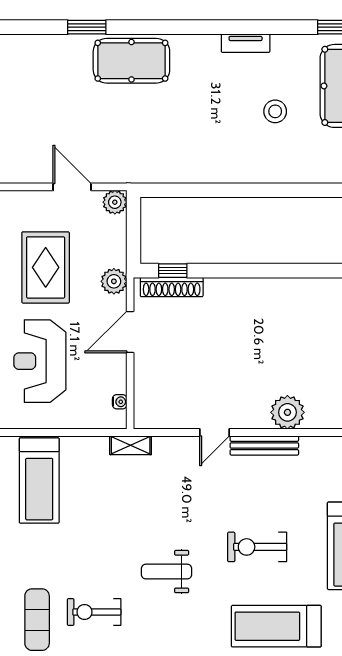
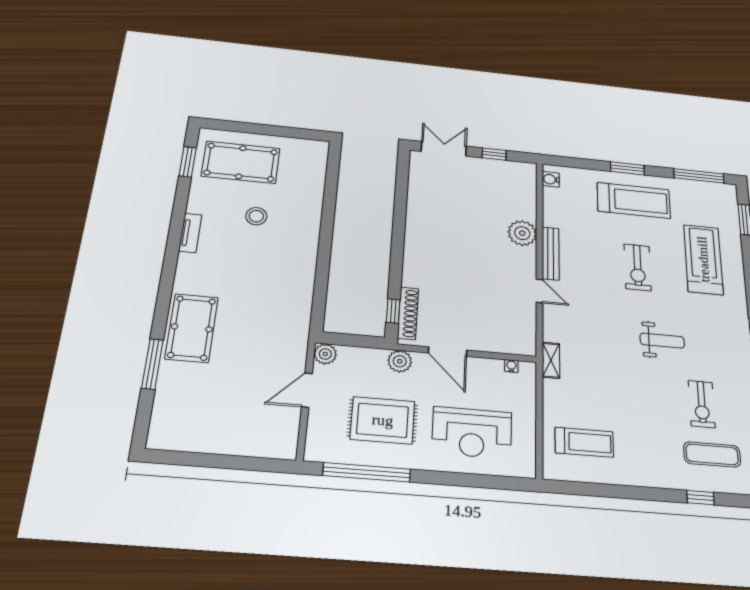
window: (87, 27) -> (152, 364), width x1.44
treadmill: (39, 481) -> (584, 442), width x0.73, depth x0.73
weight bench: (167, 572) -> (662, 341), turned -90
treadmill: (276, 626) -> (703, 259), turned 180

